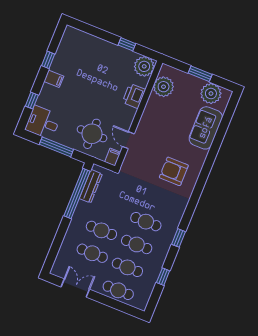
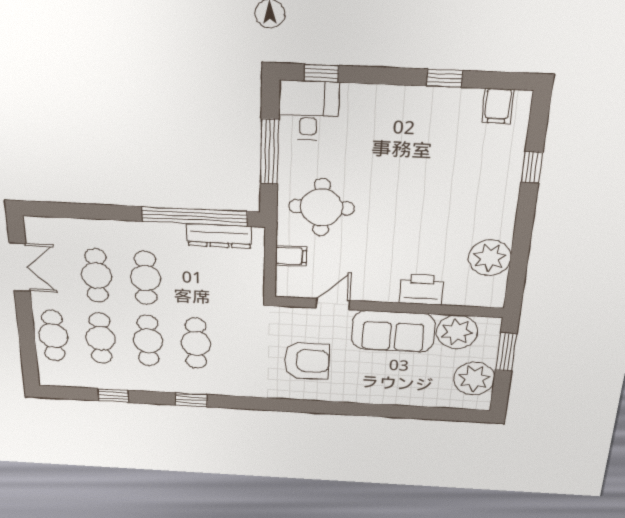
window: (127, 44) -> (532, 167), moved
filing cabinet: (54, 79) -> (498, 106), moved
plant: (164, 87) -> (457, 332), moved
printer: (134, 96) -> (421, 289), moved
window: (32, 101) -> (321, 73), moved
wall: (139, 114) -> (388, 307), moved
sofa: (206, 128) -> (393, 331), moved, turned 180
door: (128, 140) -> (333, 304), moved
armchair: (174, 171) -> (307, 361), turned 90

